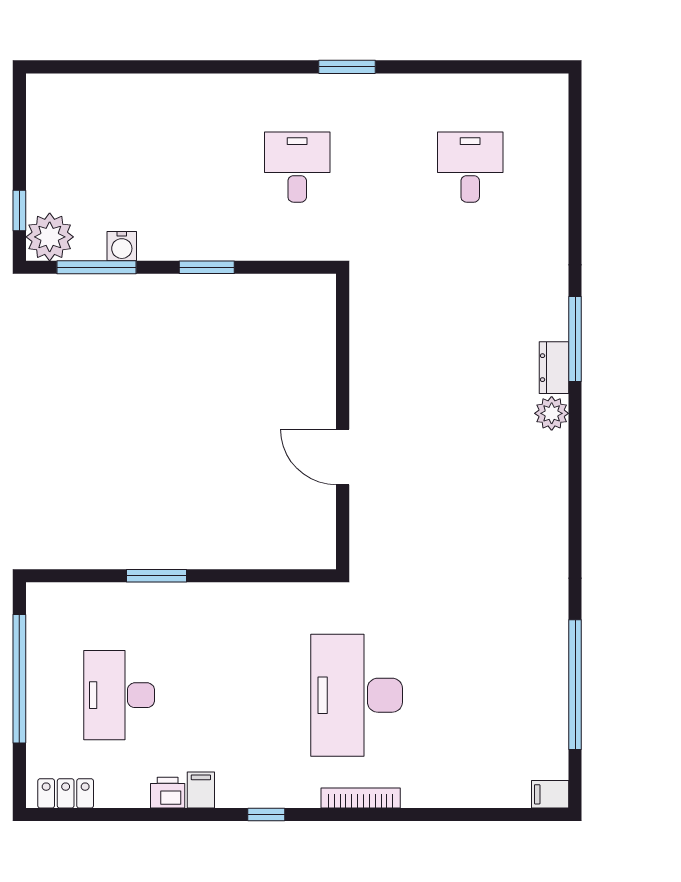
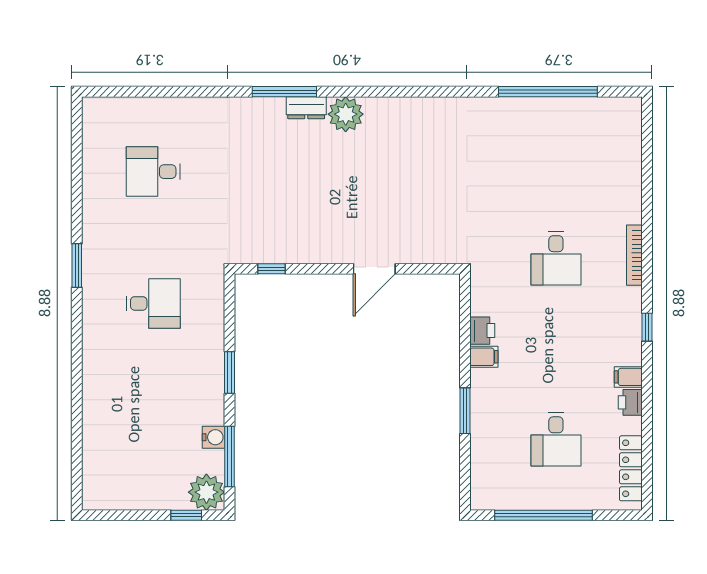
desk: (297, 167) -> (153, 303), turned 180
window: (343, 322) -> (272, 269), added
plant: (552, 413) -> (346, 114), width x1.36, depth x1.36
printer: (262, 599) -> (482, 331), added
desk: (119, 695) -> (556, 439), width x0.73
desk: (357, 695) -> (556, 258), width x0.53, depth x0.77
locker: (66, 793) -> (631, 468), width x1.53
filing cabinet: (550, 794) -> (484, 357), moved, turned -90

